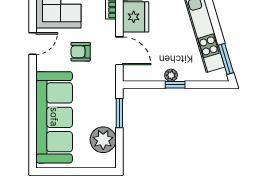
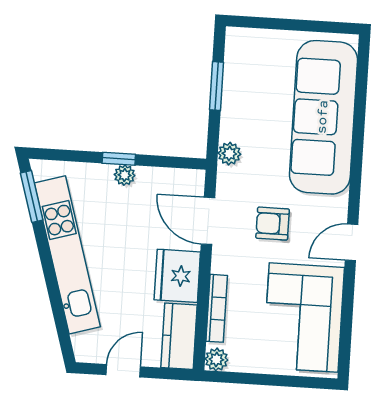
armchair: (81, 52) -> (273, 224), turned 180
window: (119, 113) -> (216, 86), moved
plant: (103, 140) -> (229, 154), moved, width x0.53, depth x0.53

